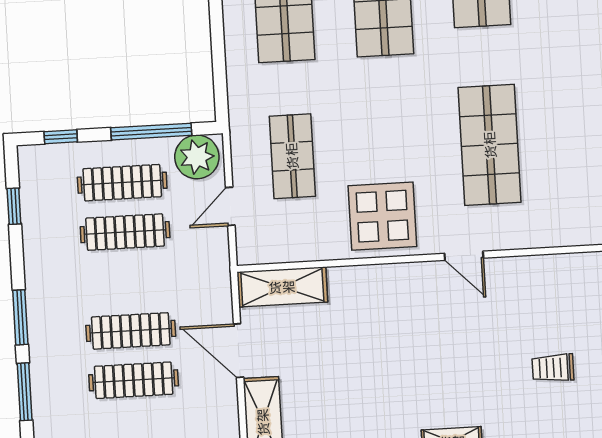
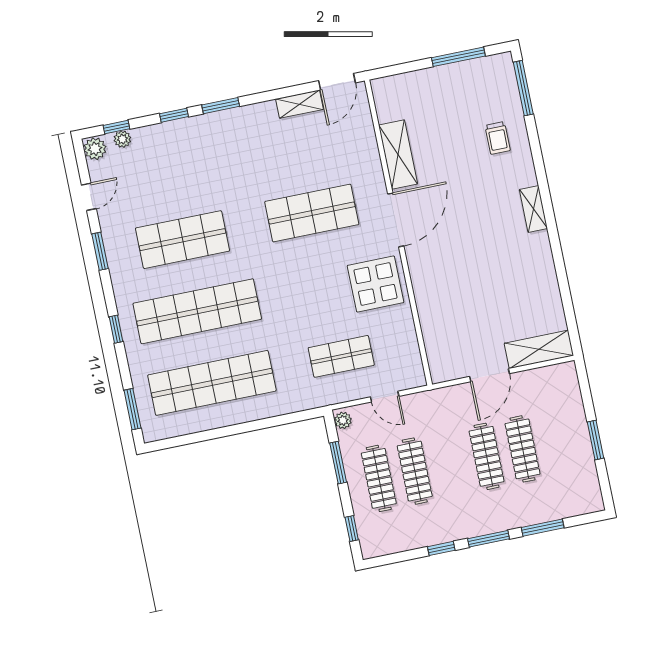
window: (151, 132) -> (338, 463), width x0.69
plant: (197, 157) -> (343, 420), width x0.53, depth x0.53
window: (14, 206) -> (441, 548), moved
door: (464, 256) -> (396, 220), width x1.88
shelving: (282, 287) -> (398, 154), moved
trolley: (553, 368) -> (498, 138), moved

